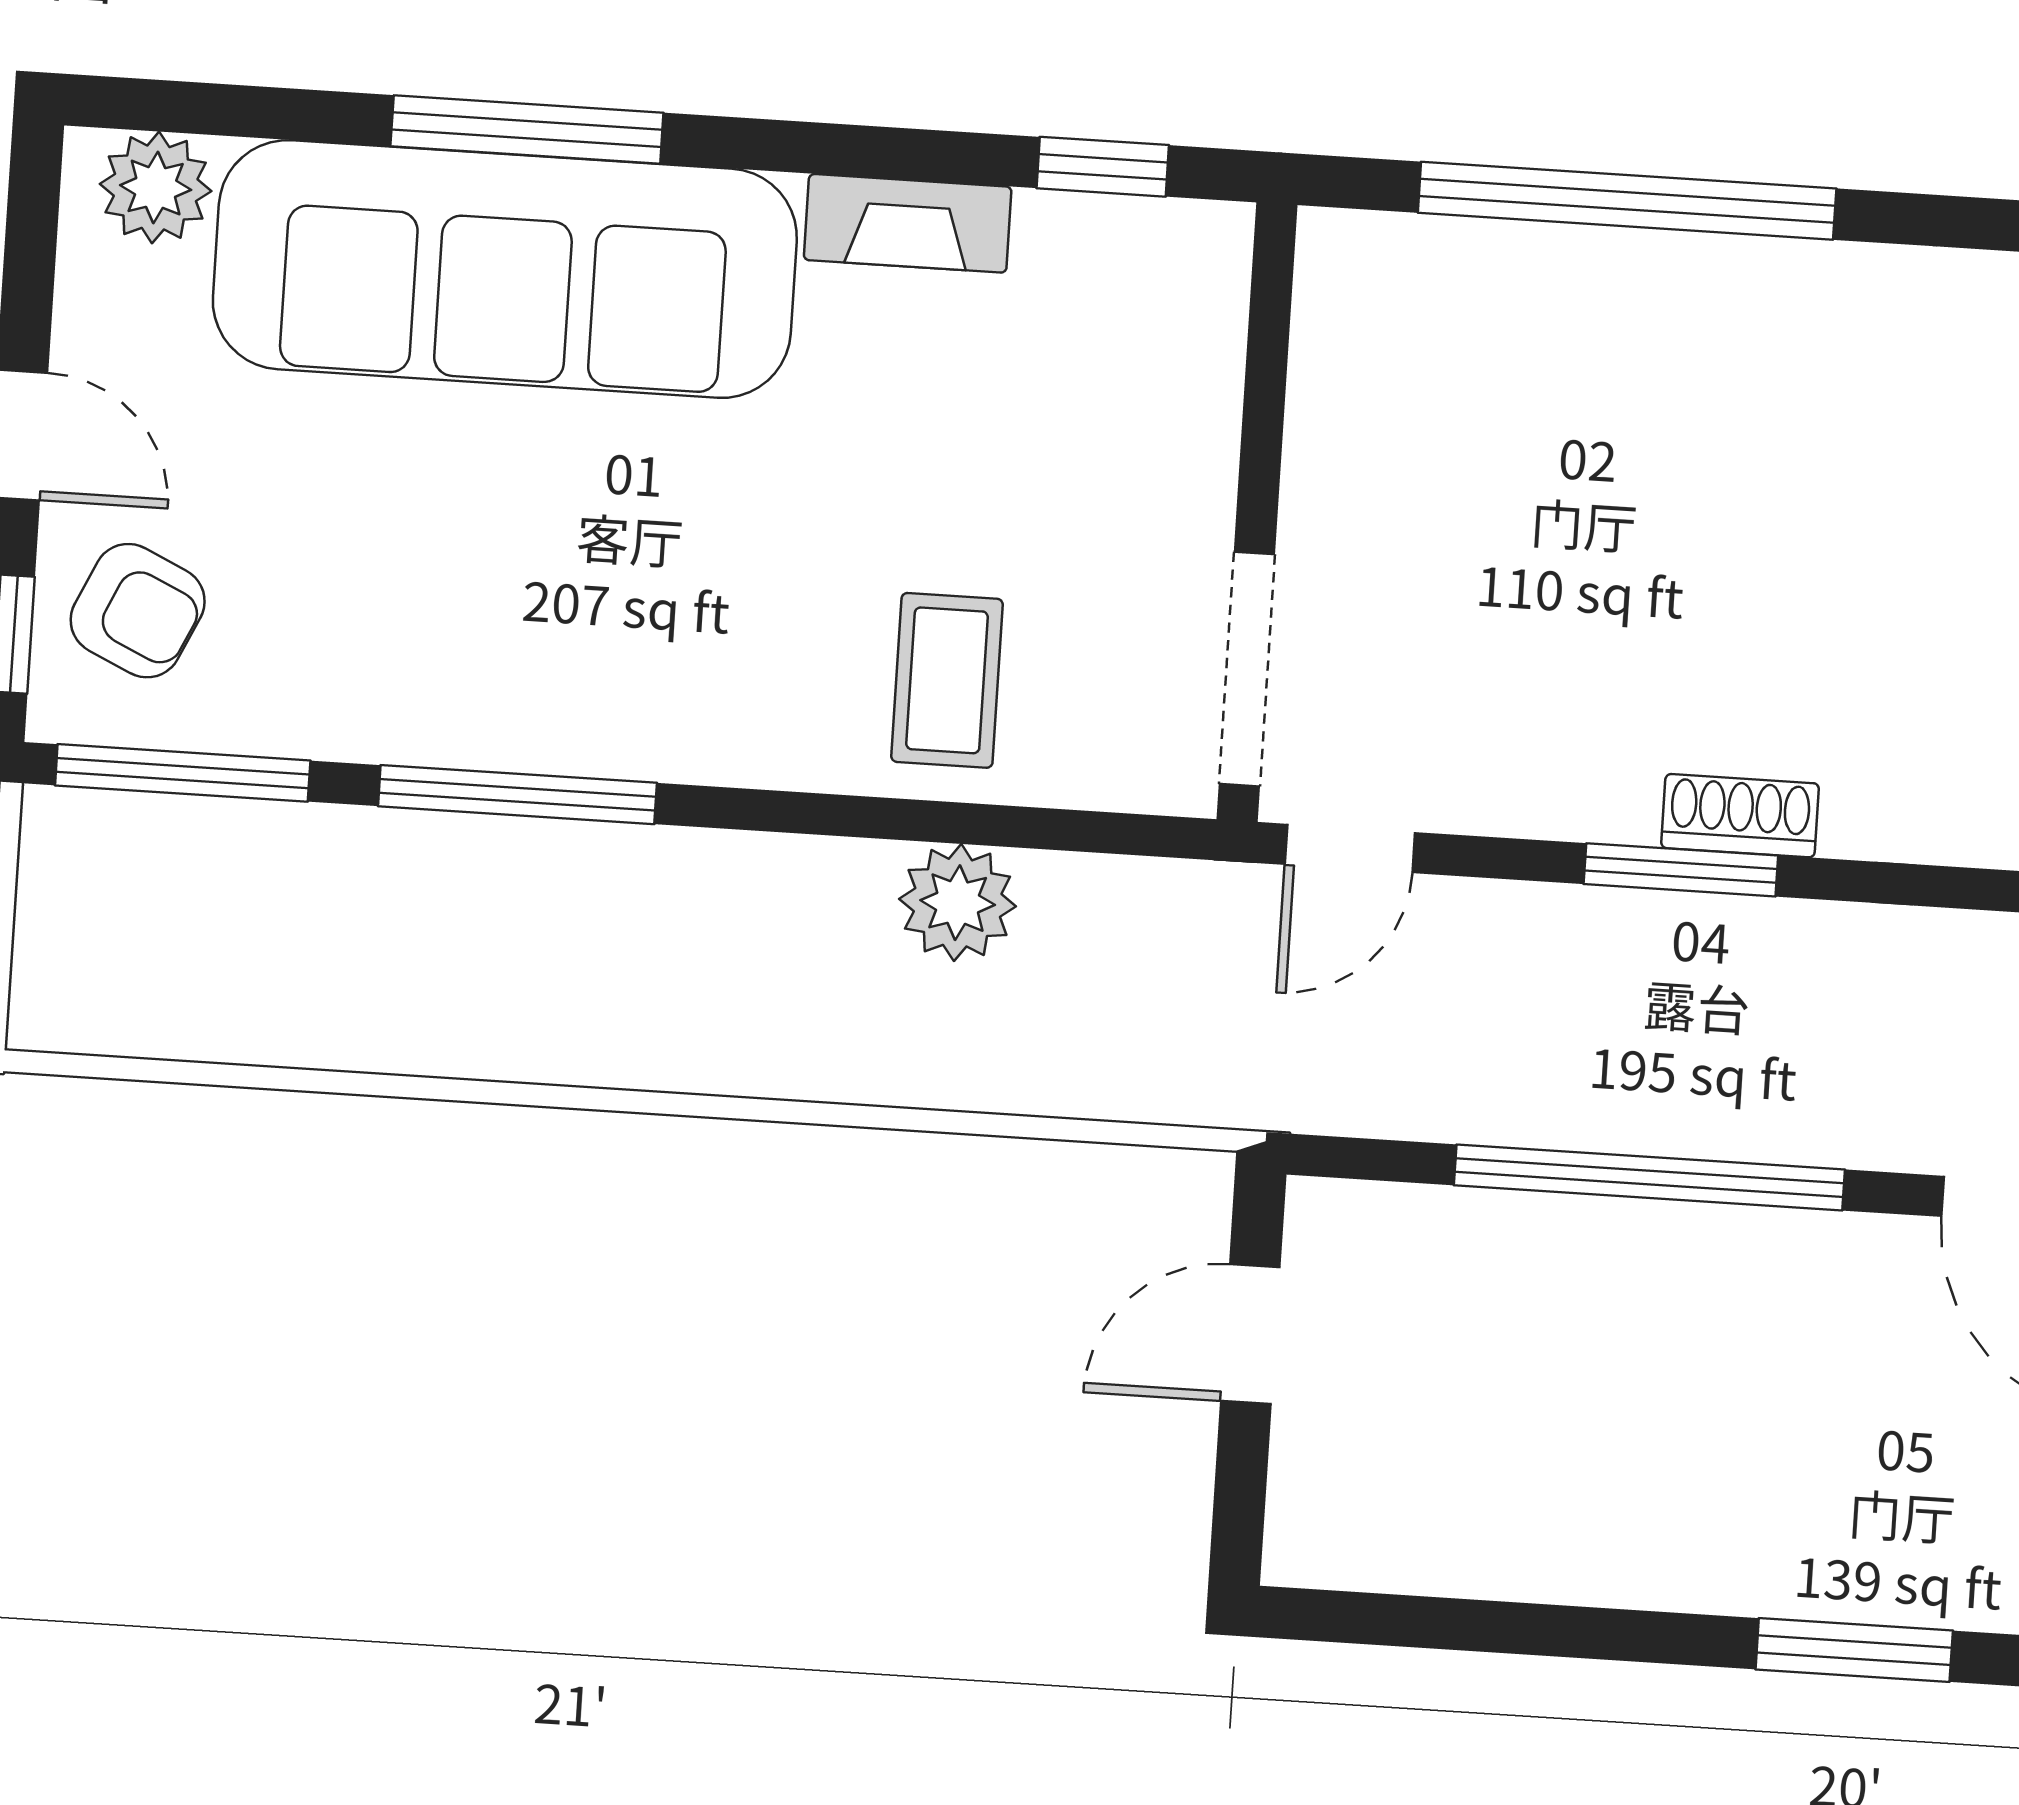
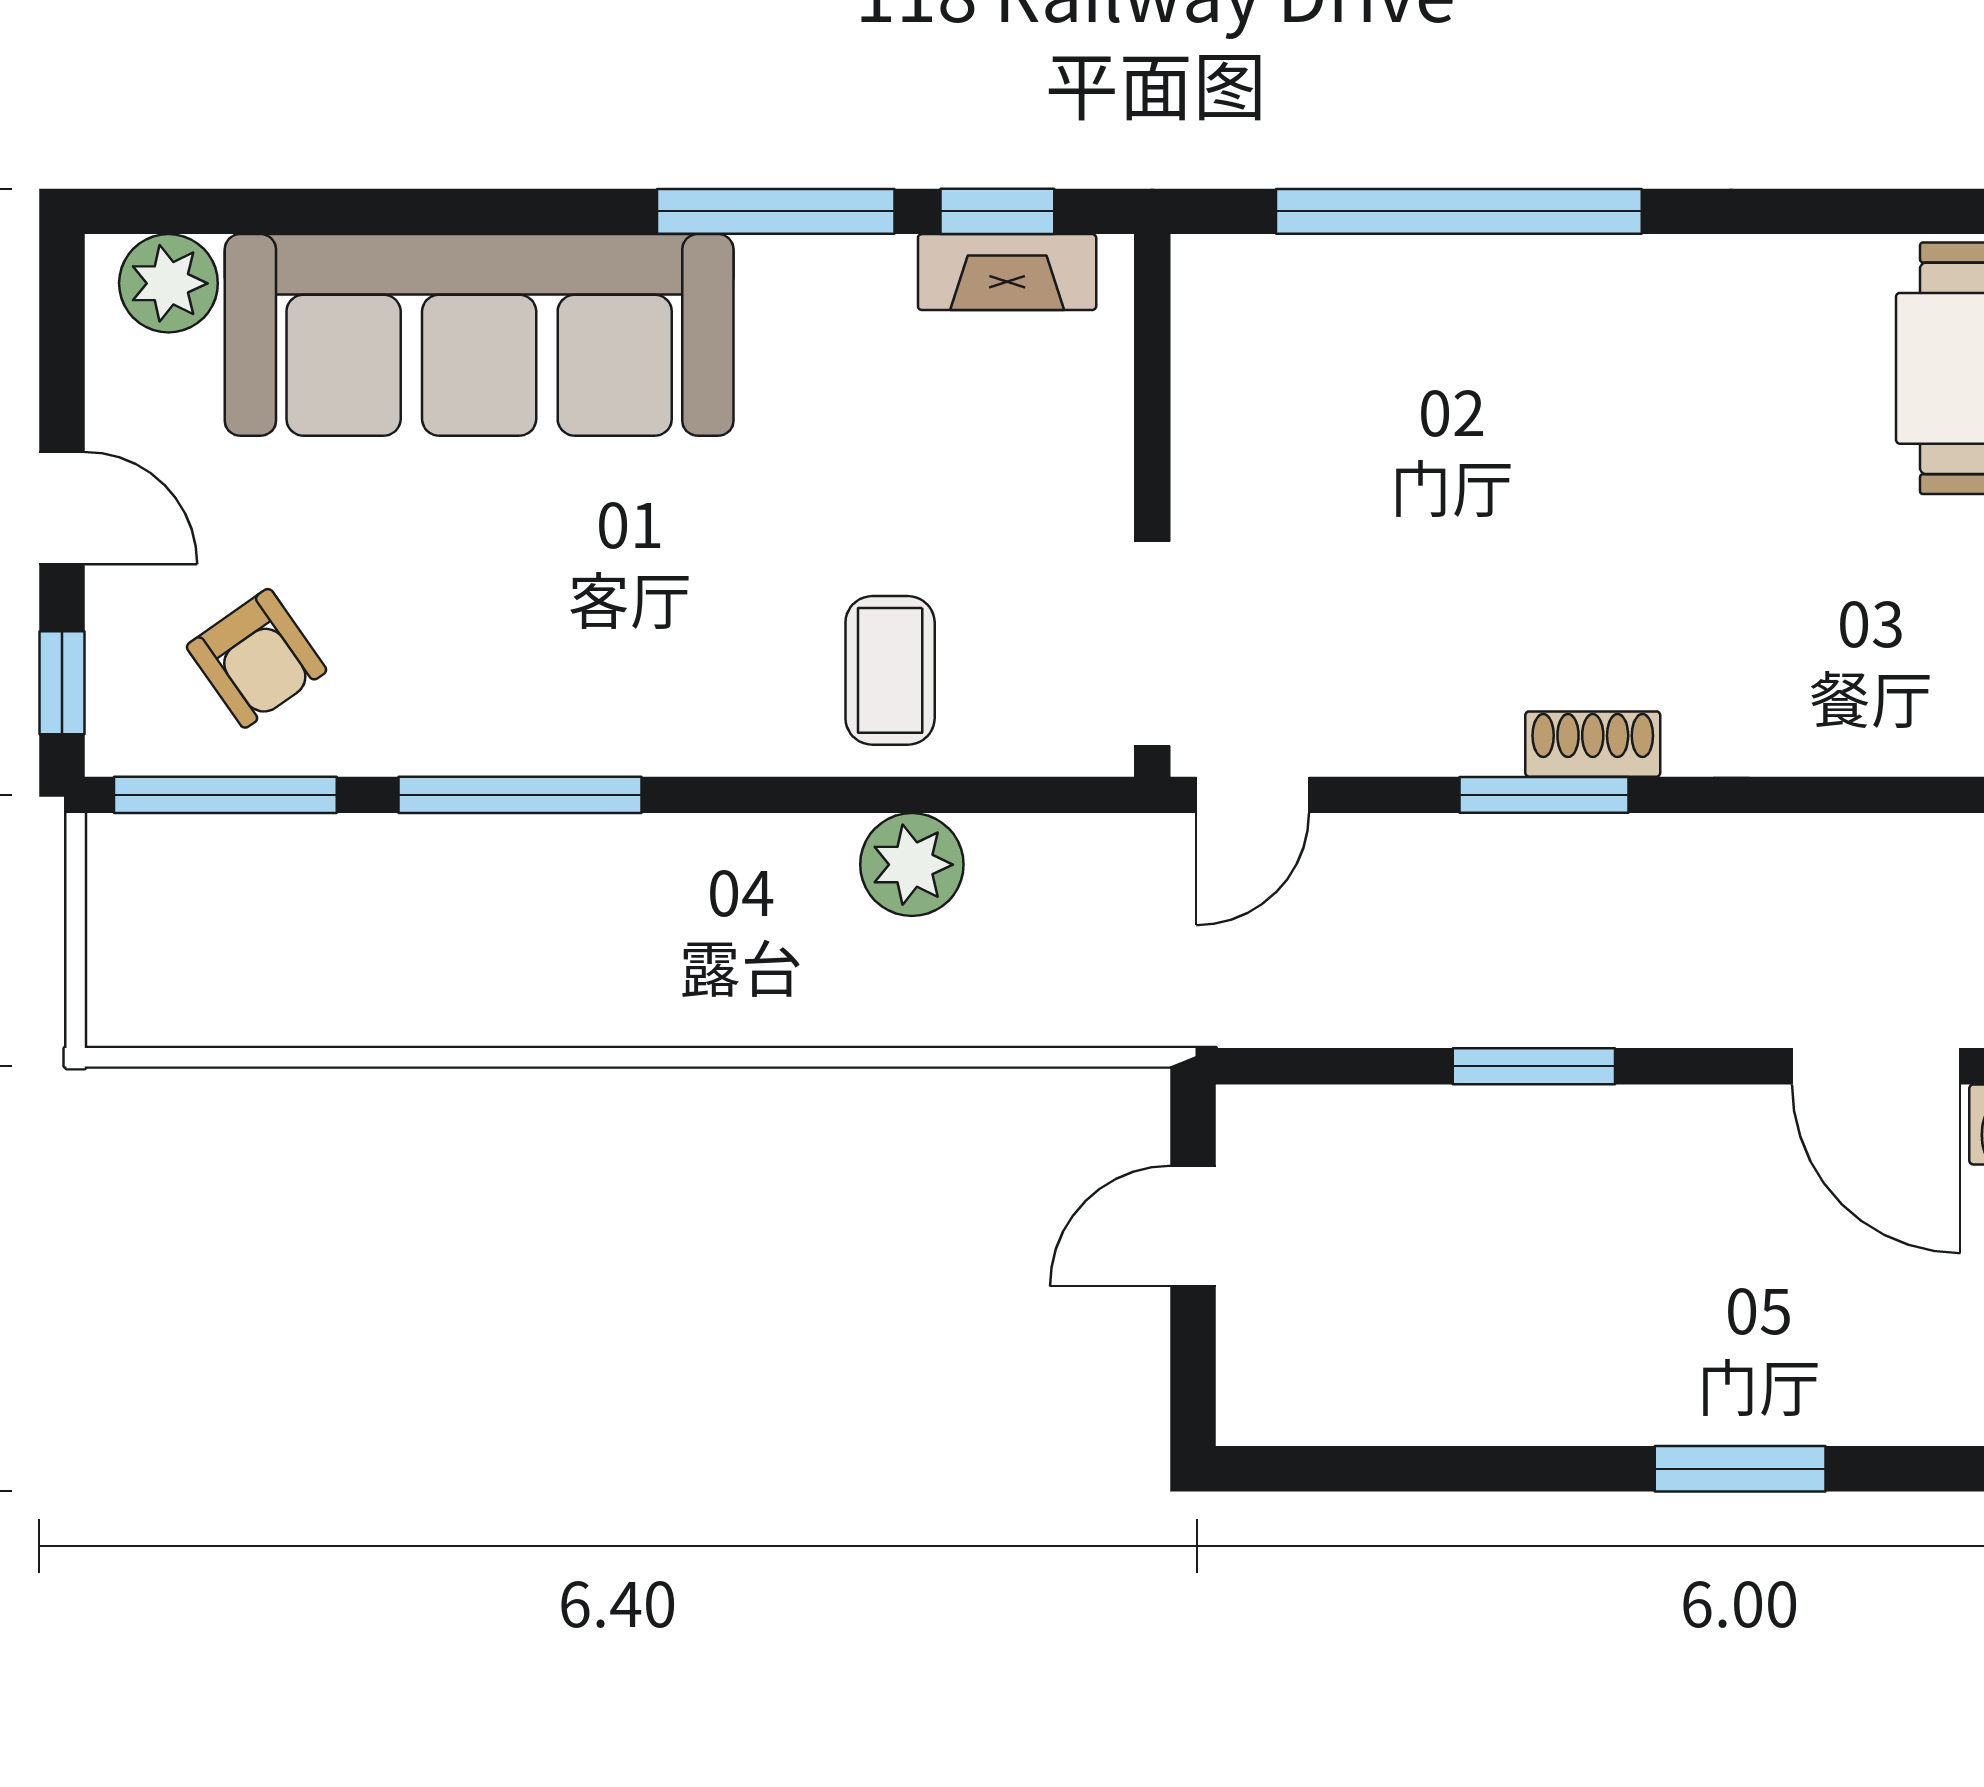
window: (527, 130) -> (776, 211), moved
fireplace: (908, 223) -> (1007, 272), moved
armchair: (138, 611) -> (257, 658), moved, turned 30
window: (1649, 1177) -> (1534, 1066), width x0.47

